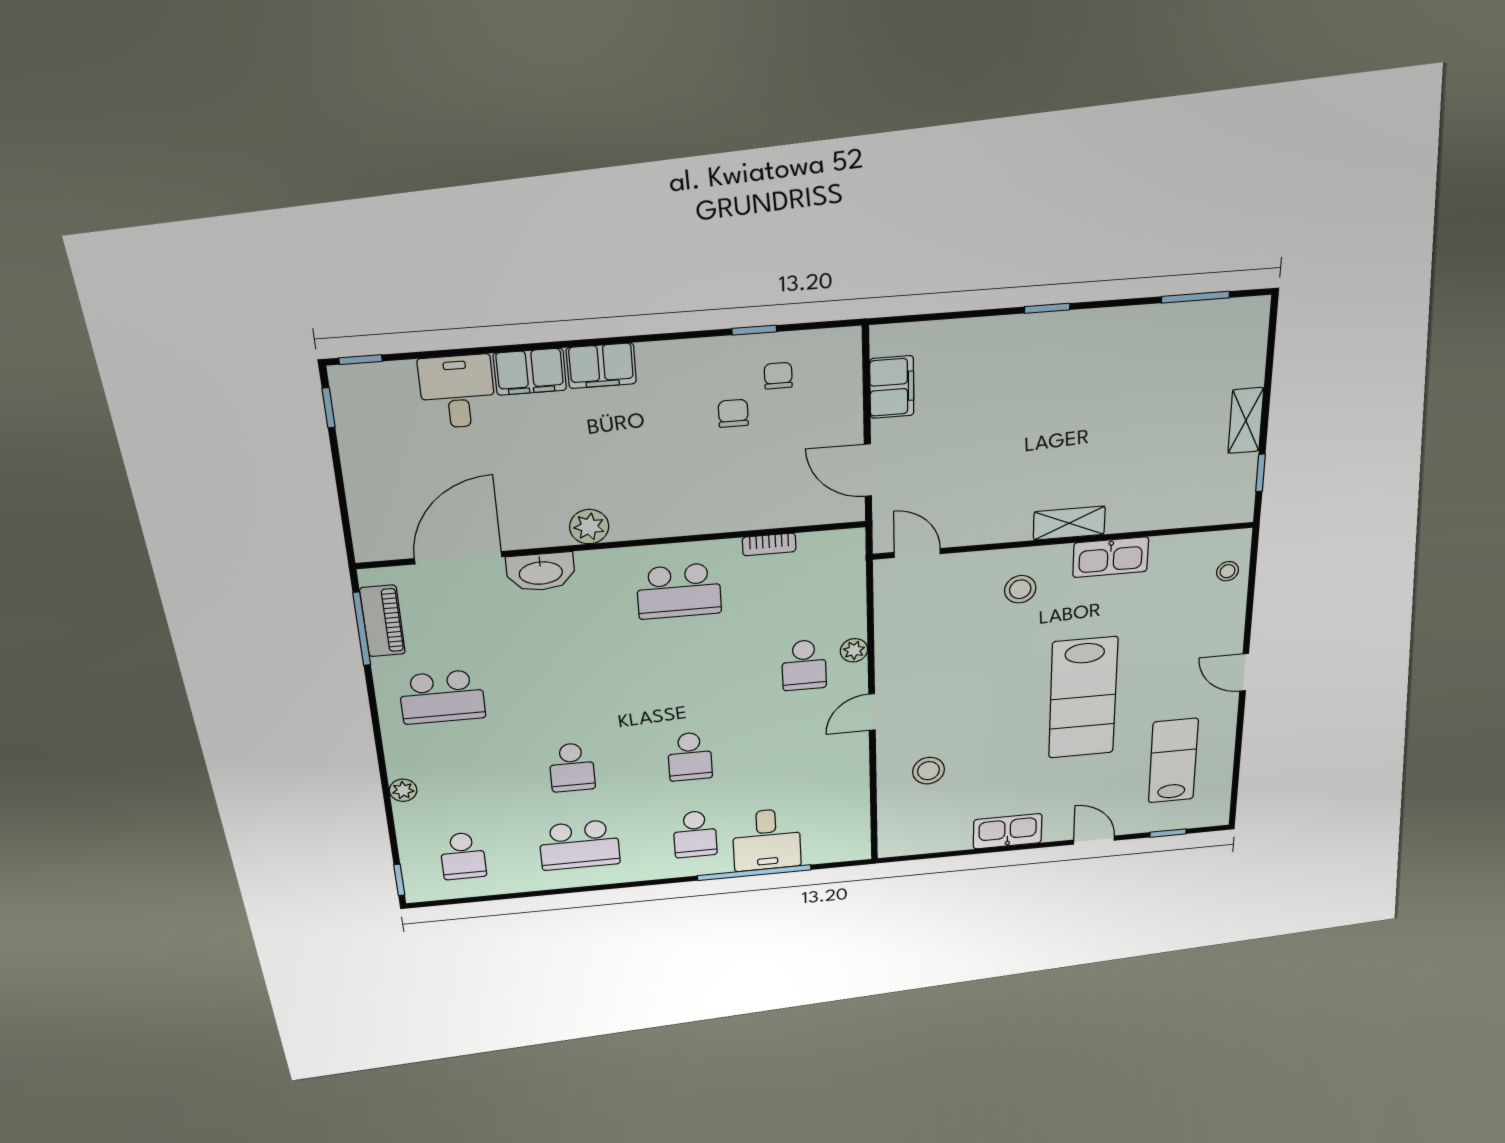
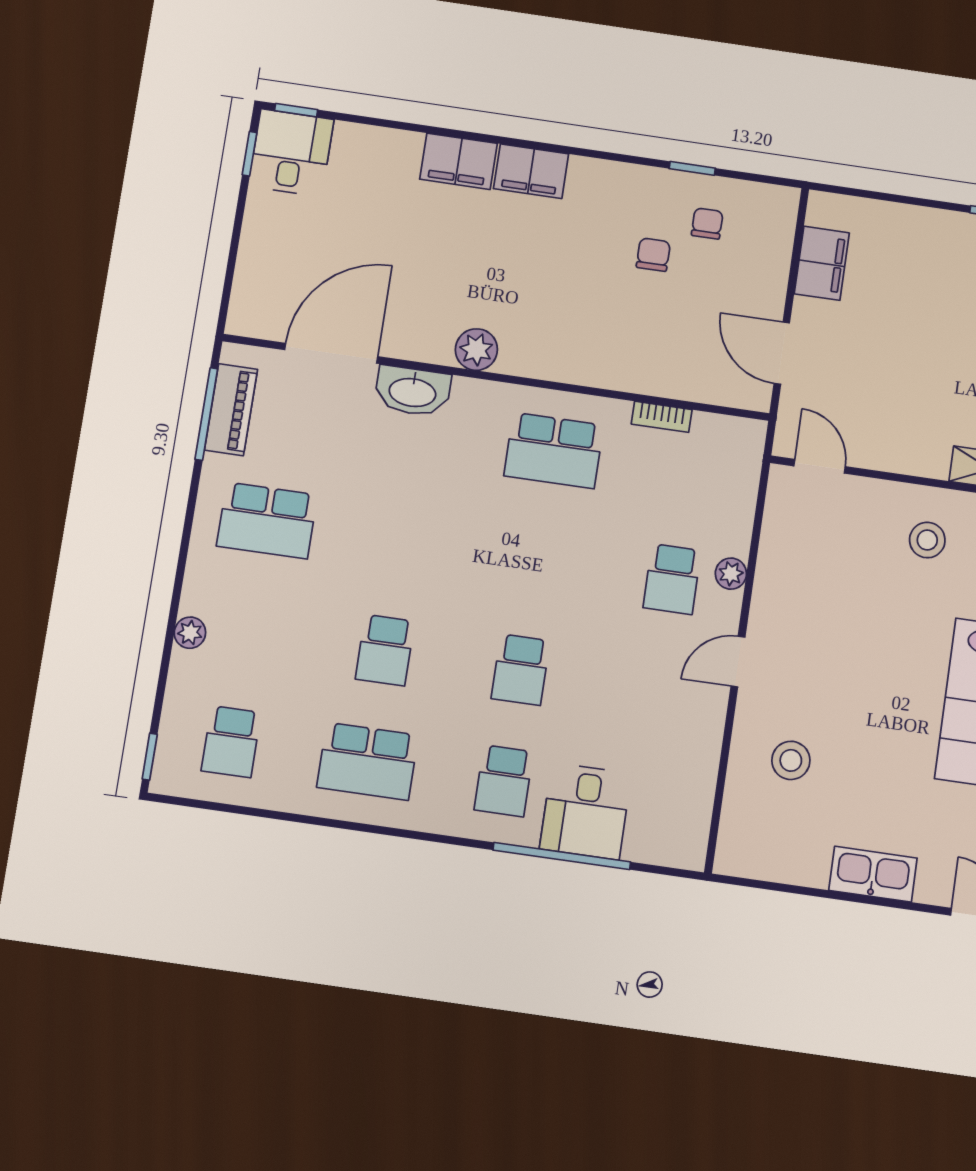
desk: (457, 392) -> (291, 153), moved

